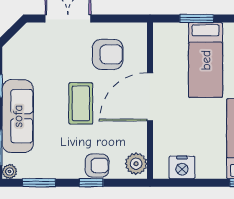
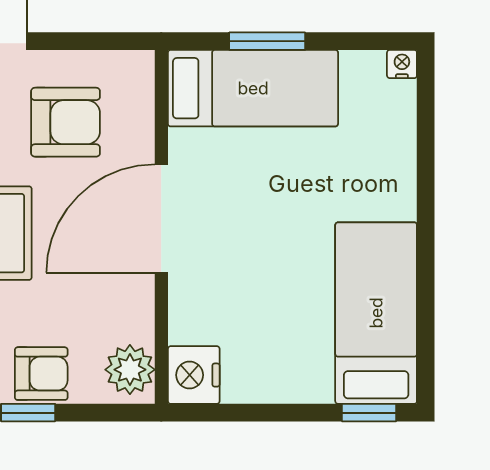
bed: (206, 60) -> (253, 88), moved, turned -90
nightstand: (182, 167) -> (194, 375), moved, turned 90

